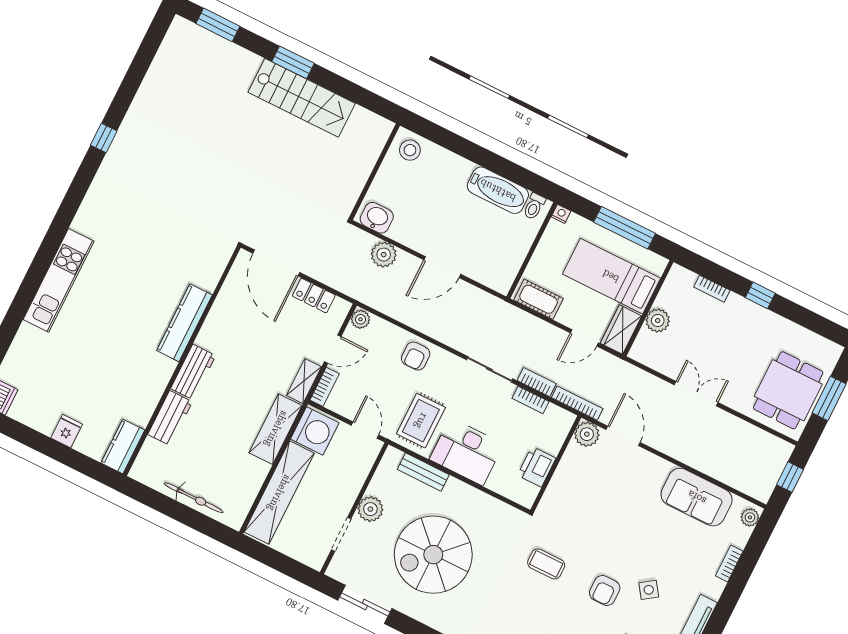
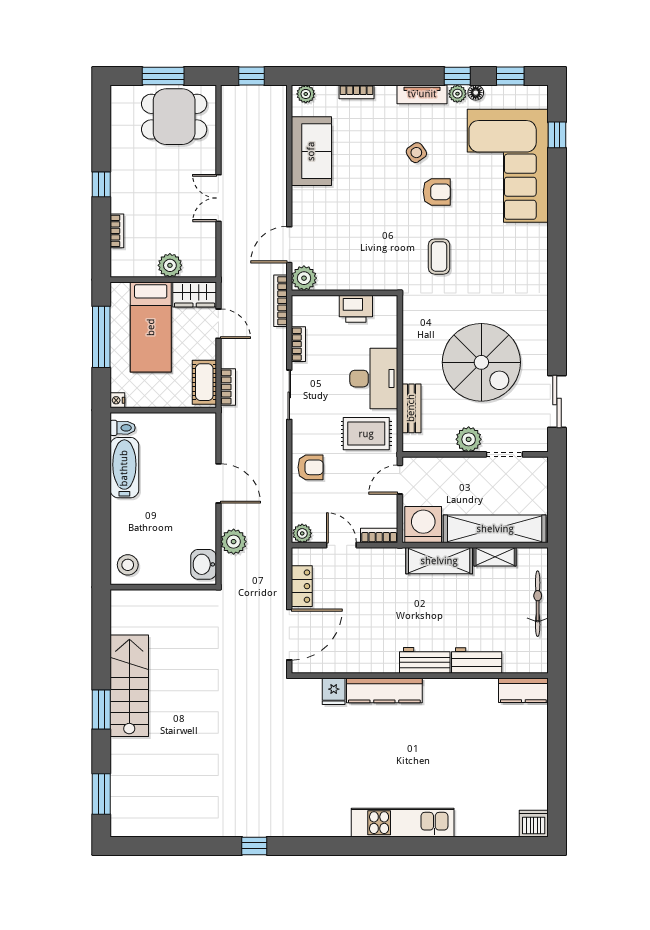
shelving: (304, 381) -> (495, 557), moved
bookcase: (537, 382) -> (228, 387), moved, turned 180
fridge: (67, 431) -> (334, 691), moved, turned -90

